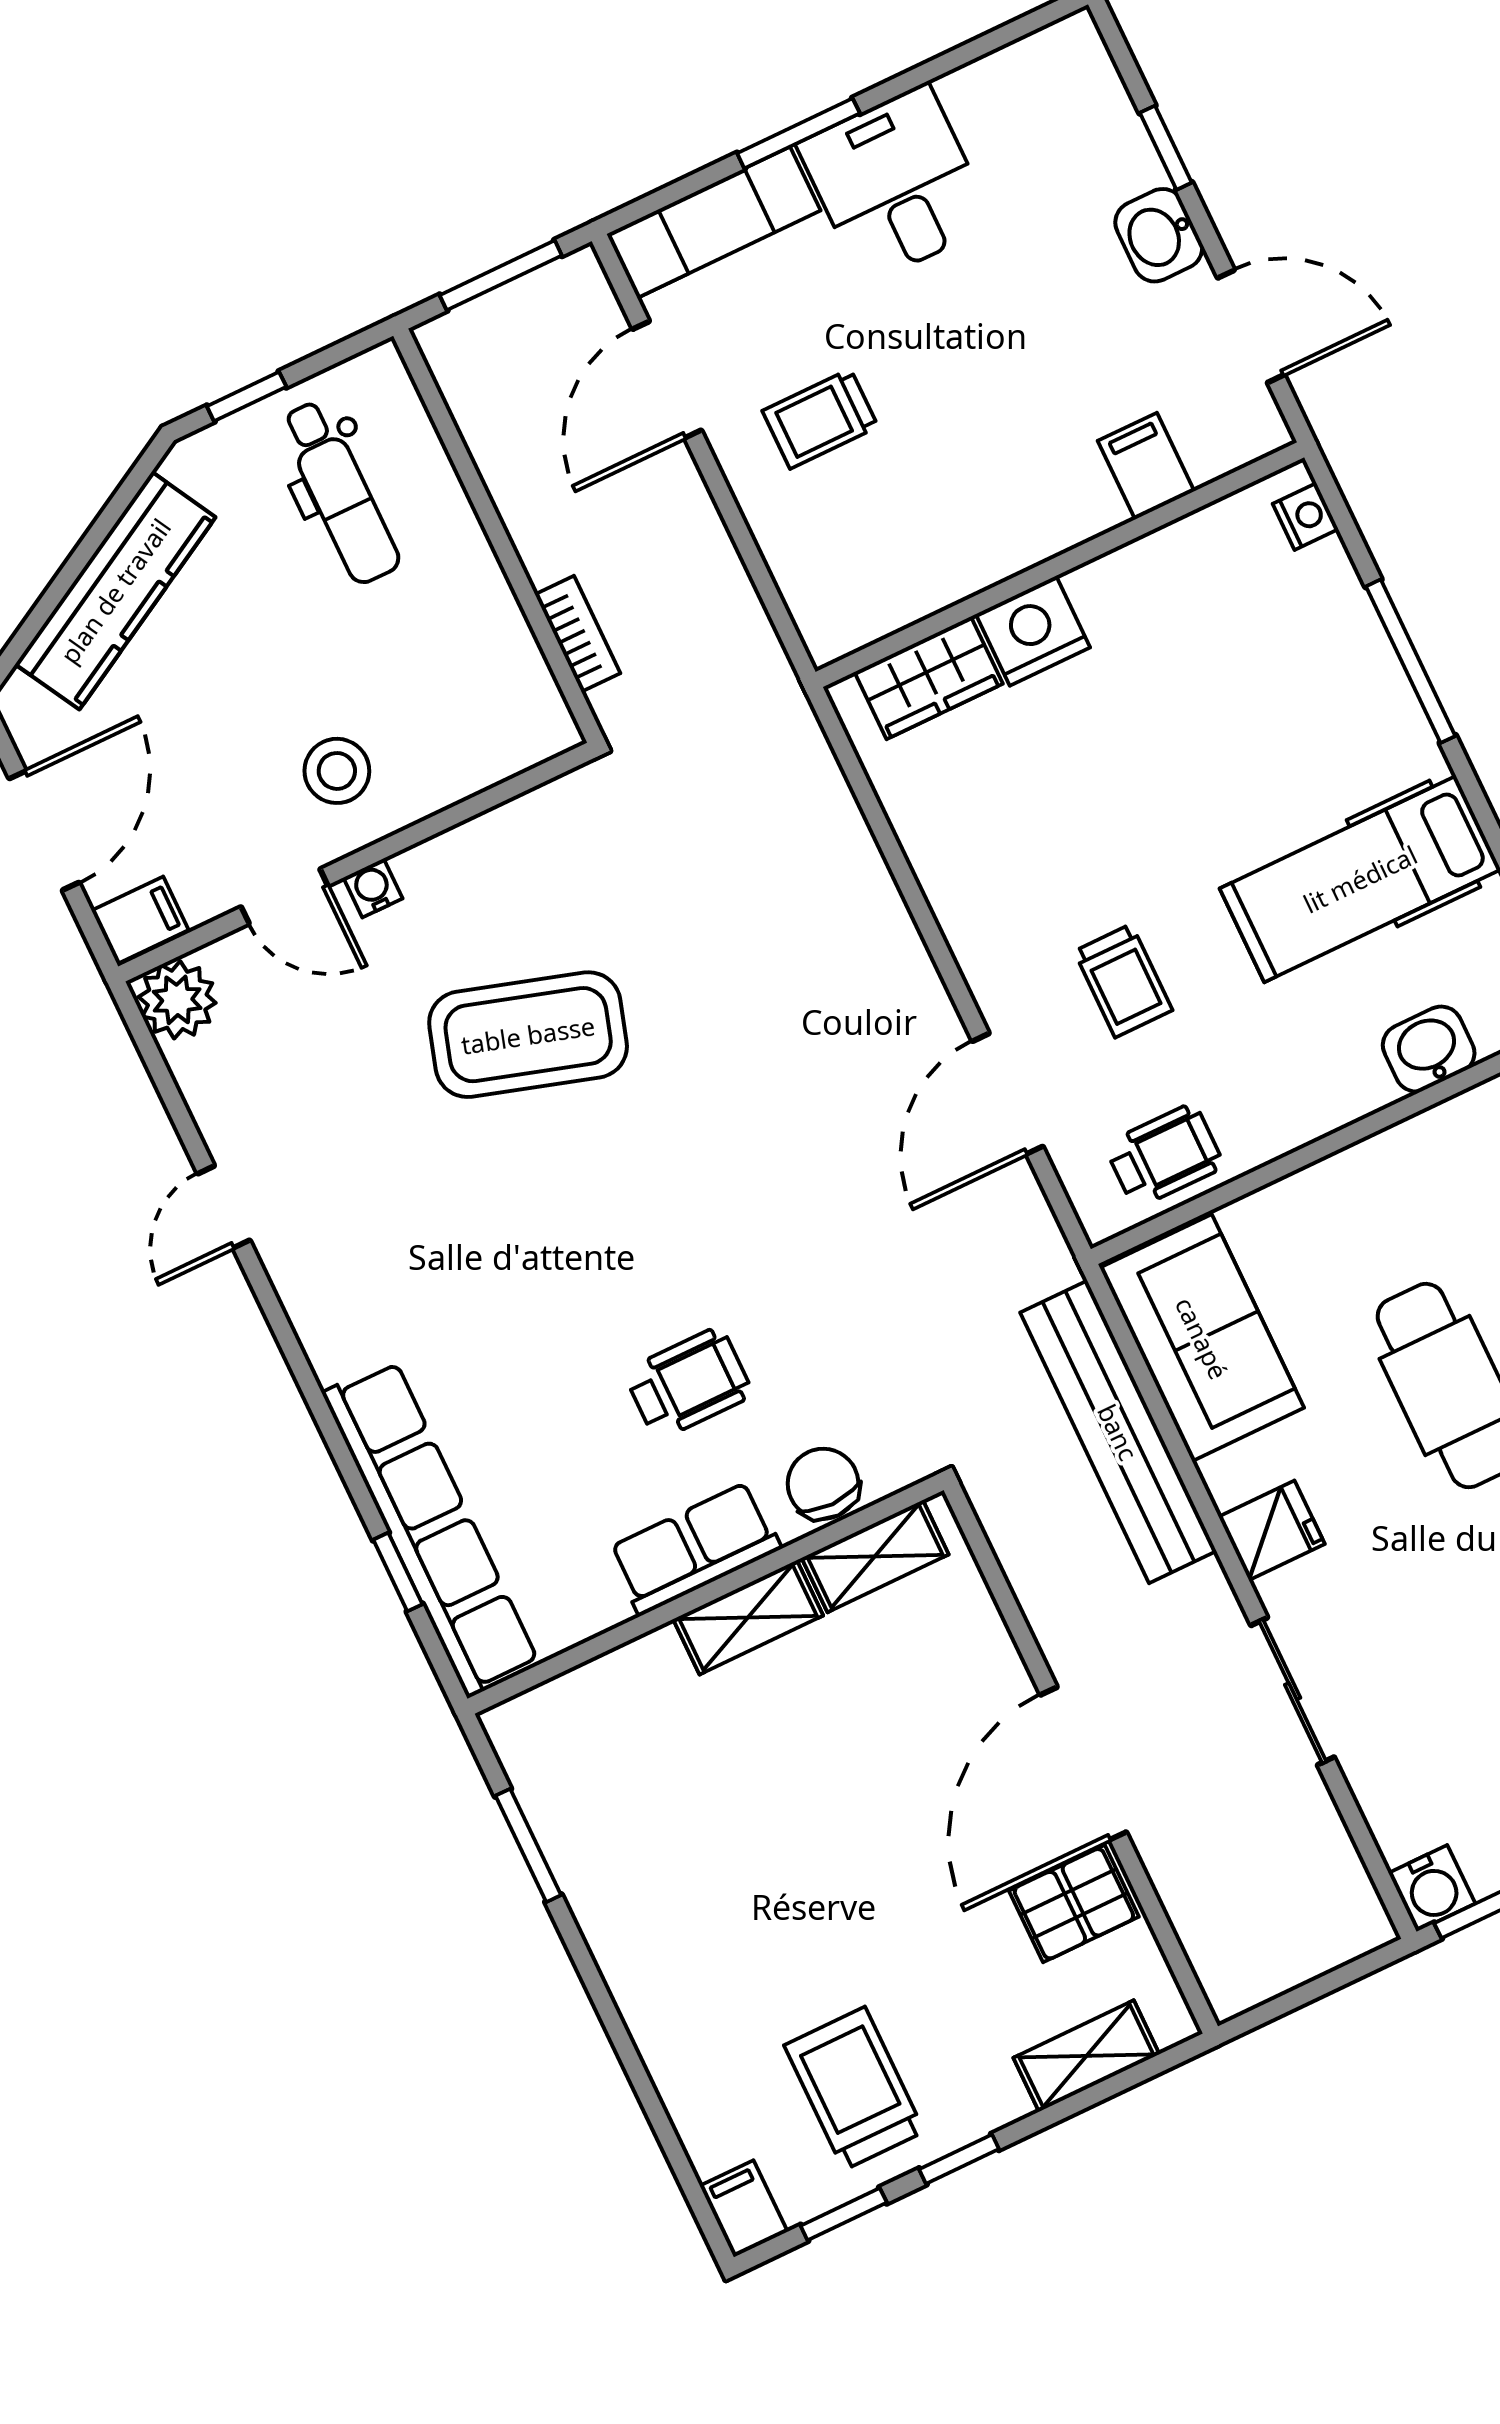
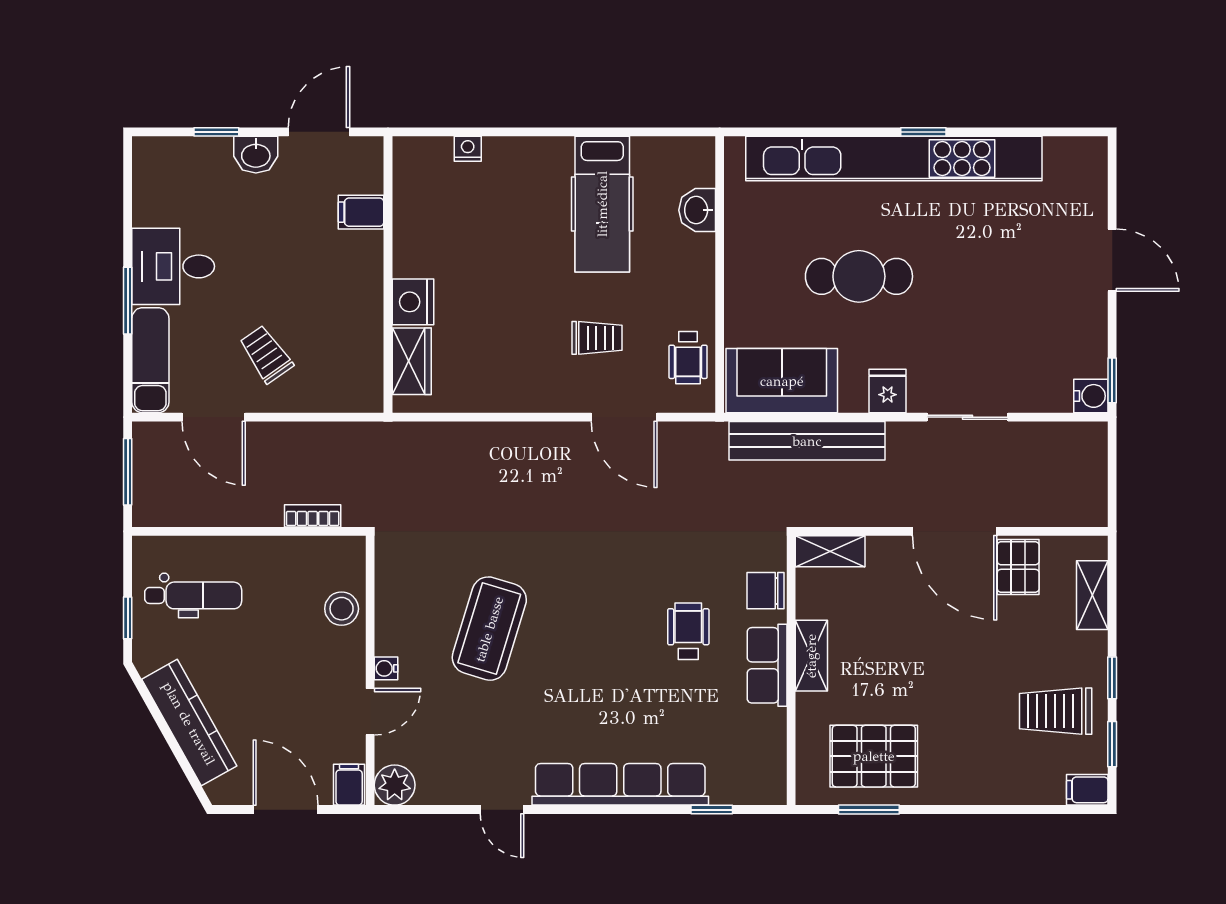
trolley: (820, 419) -> (266, 354), turned 145
nightstand: (1306, 516) -> (468, 149), moved
window: (1411, 661) -> (512, 132), removed
stool: (337, 771) -> (342, 609), moved
wheelchair: (1164, 1156) -> (688, 358), turned 180
row of seats: (431, 1528) -> (620, 784), moved
shelving: (875, 1556) -> (830, 551), moved, turned 90
pallet: (625, 1809) -> (874, 756), added

